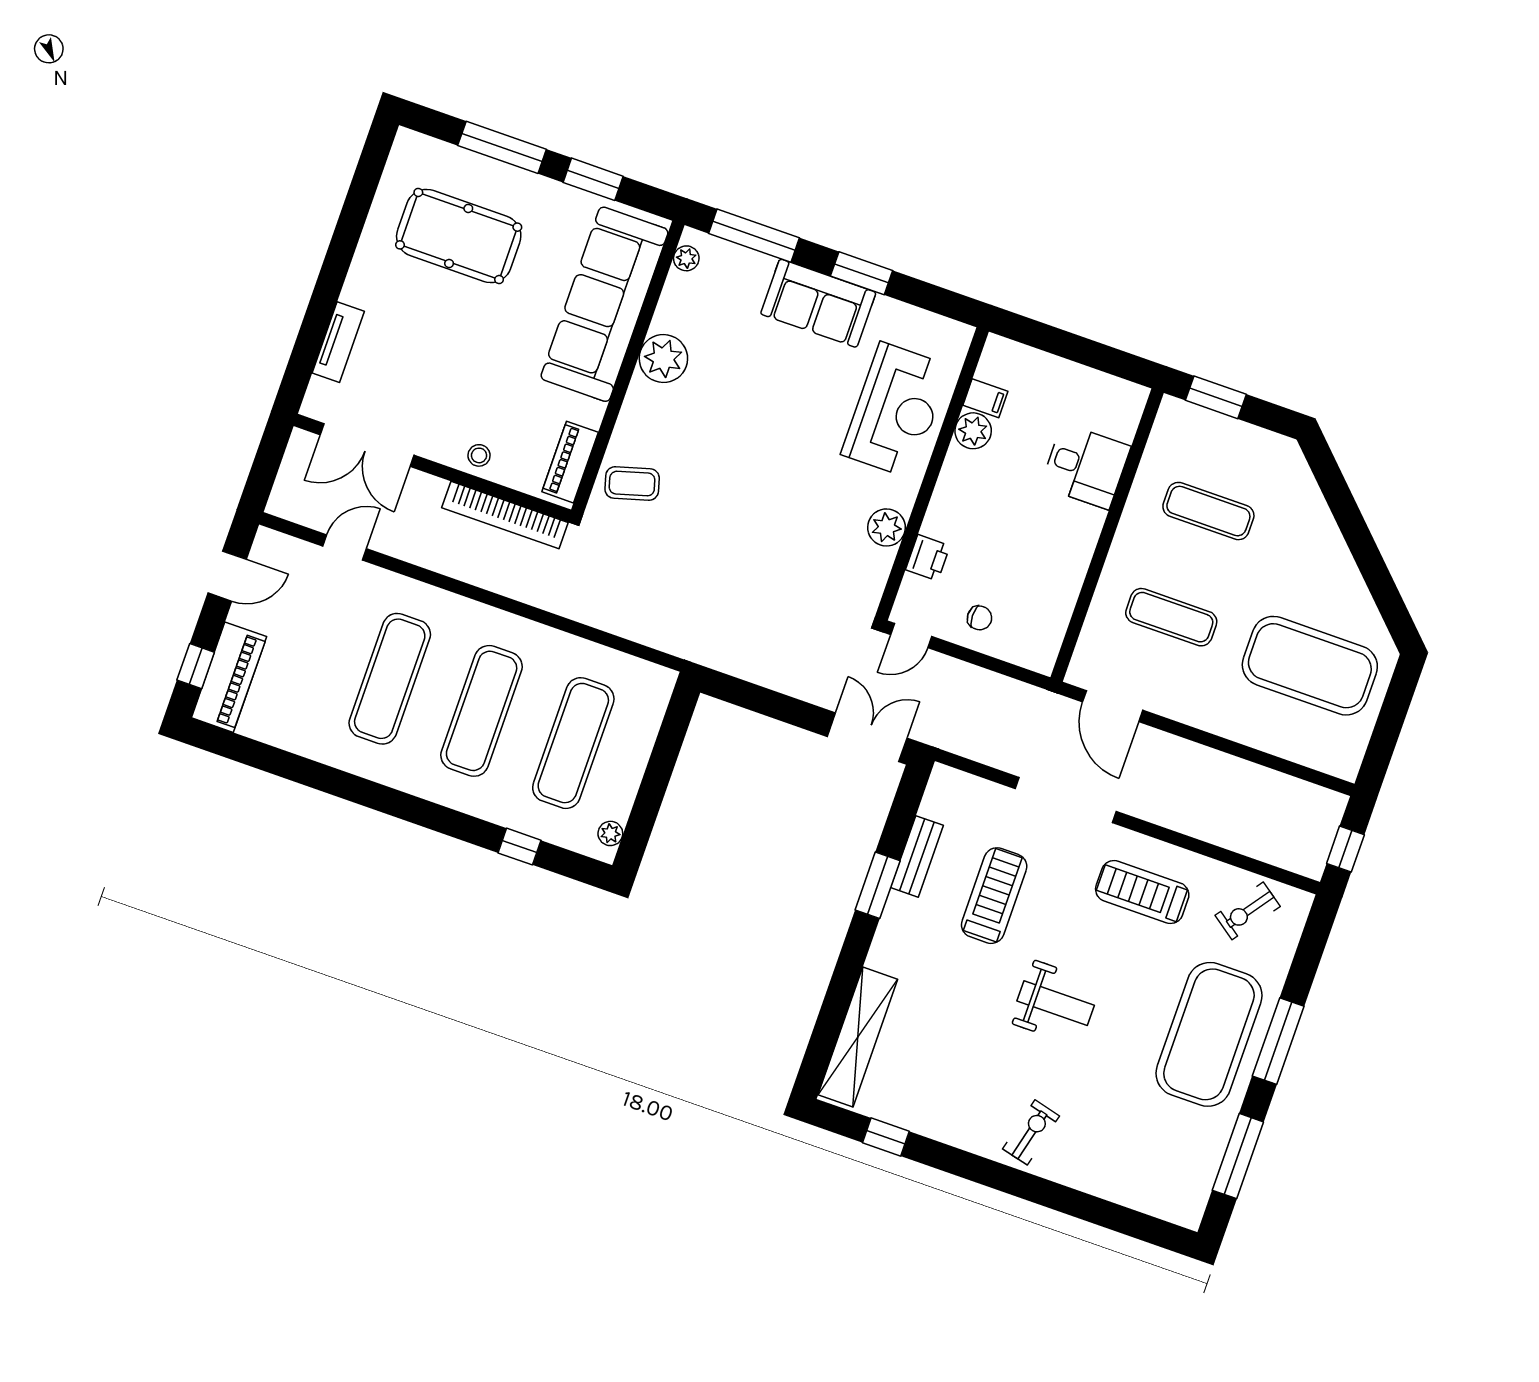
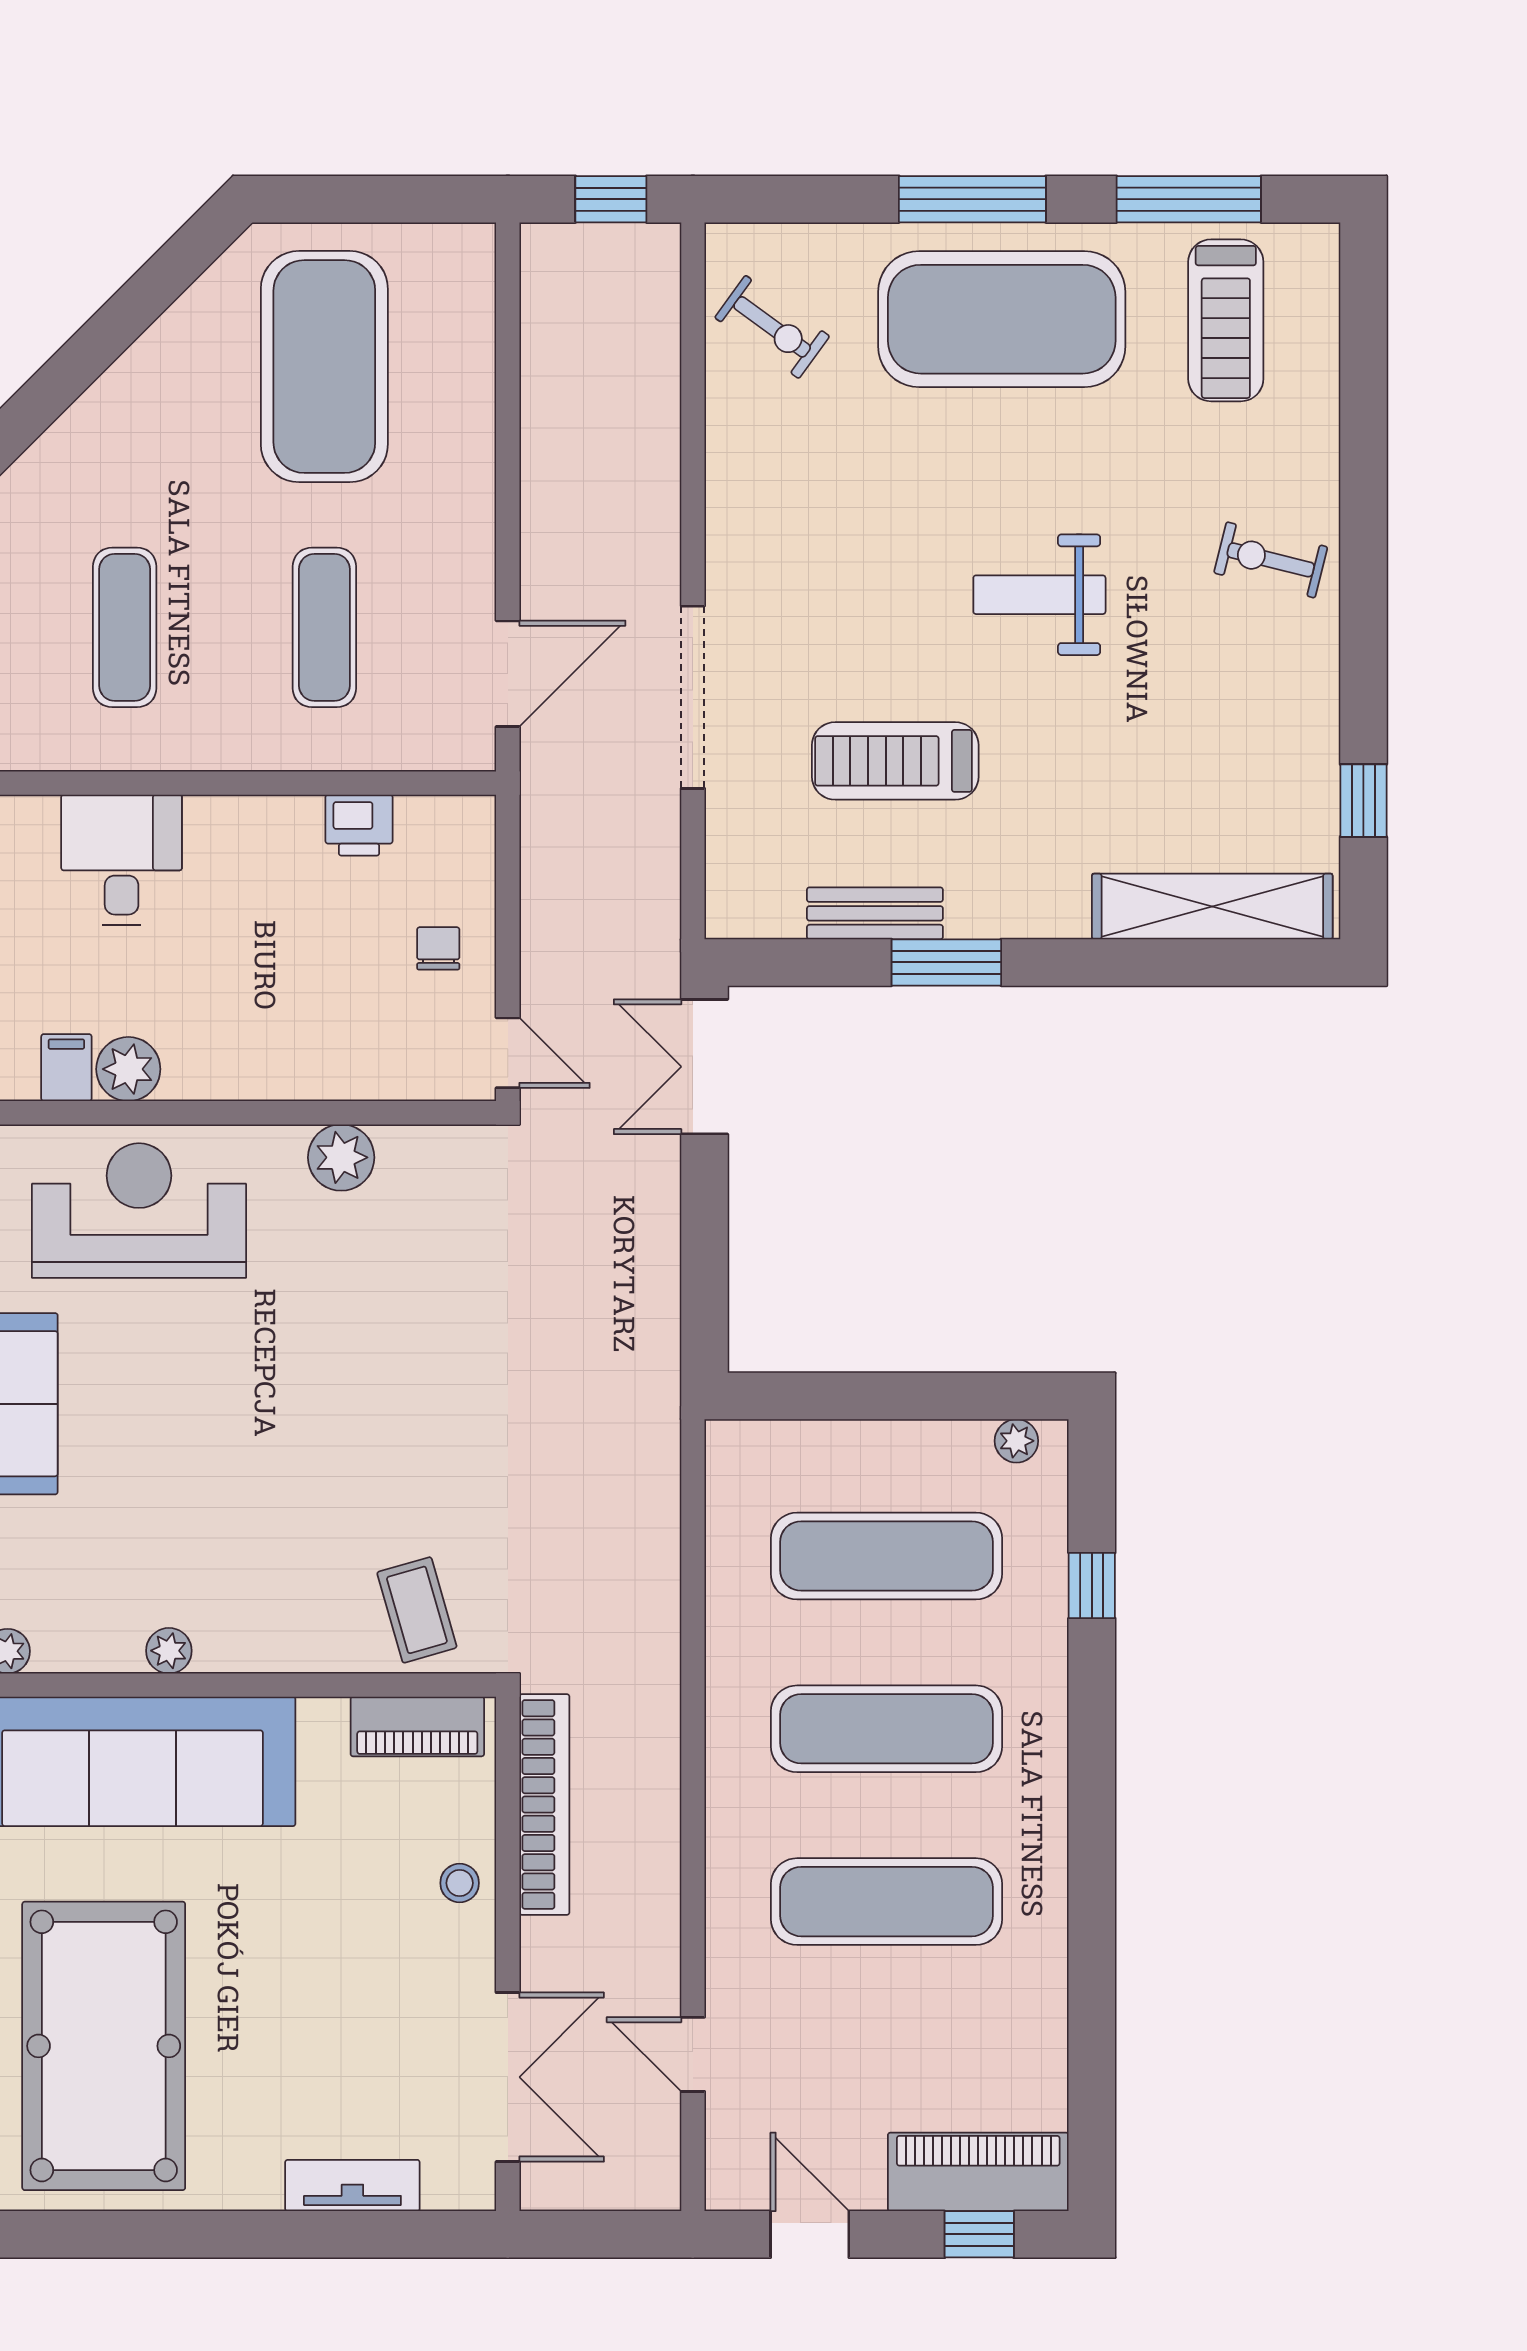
pool table: (459, 236) -> (104, 2046), width x1.36, depth x1.32
plant: (663, 358) -> (169, 1651), width x0.53, depth x0.53
printer: (928, 558) -> (359, 825), moved, turned 180
treadmill: (1142, 892) -> (1226, 320), moved
weight bench: (1056, 1003) -> (1039, 595), turned -90

